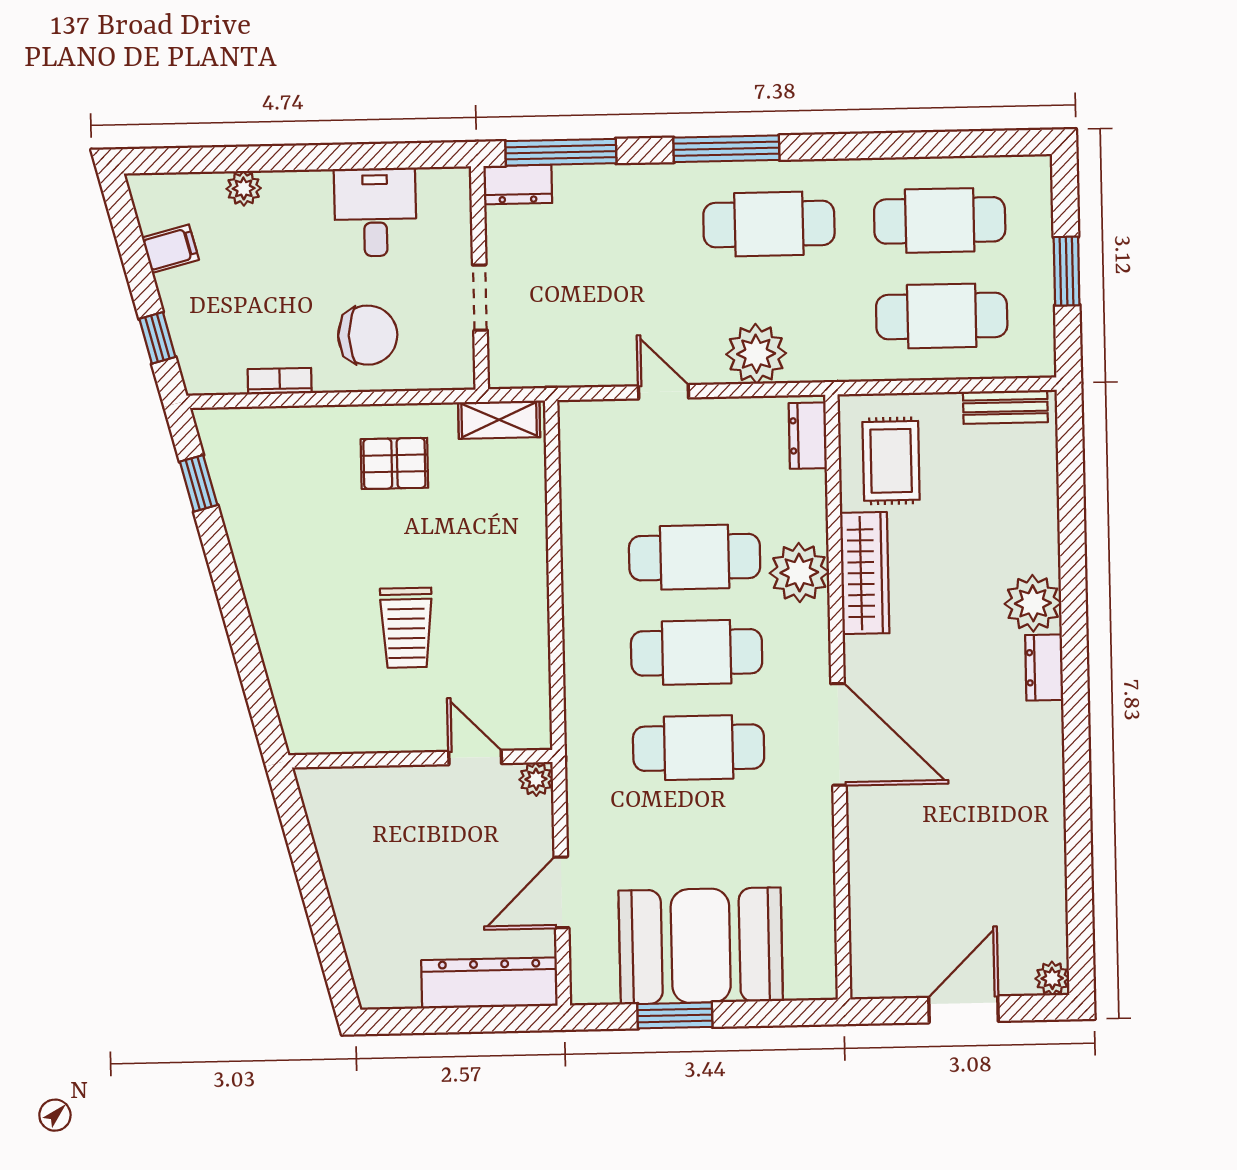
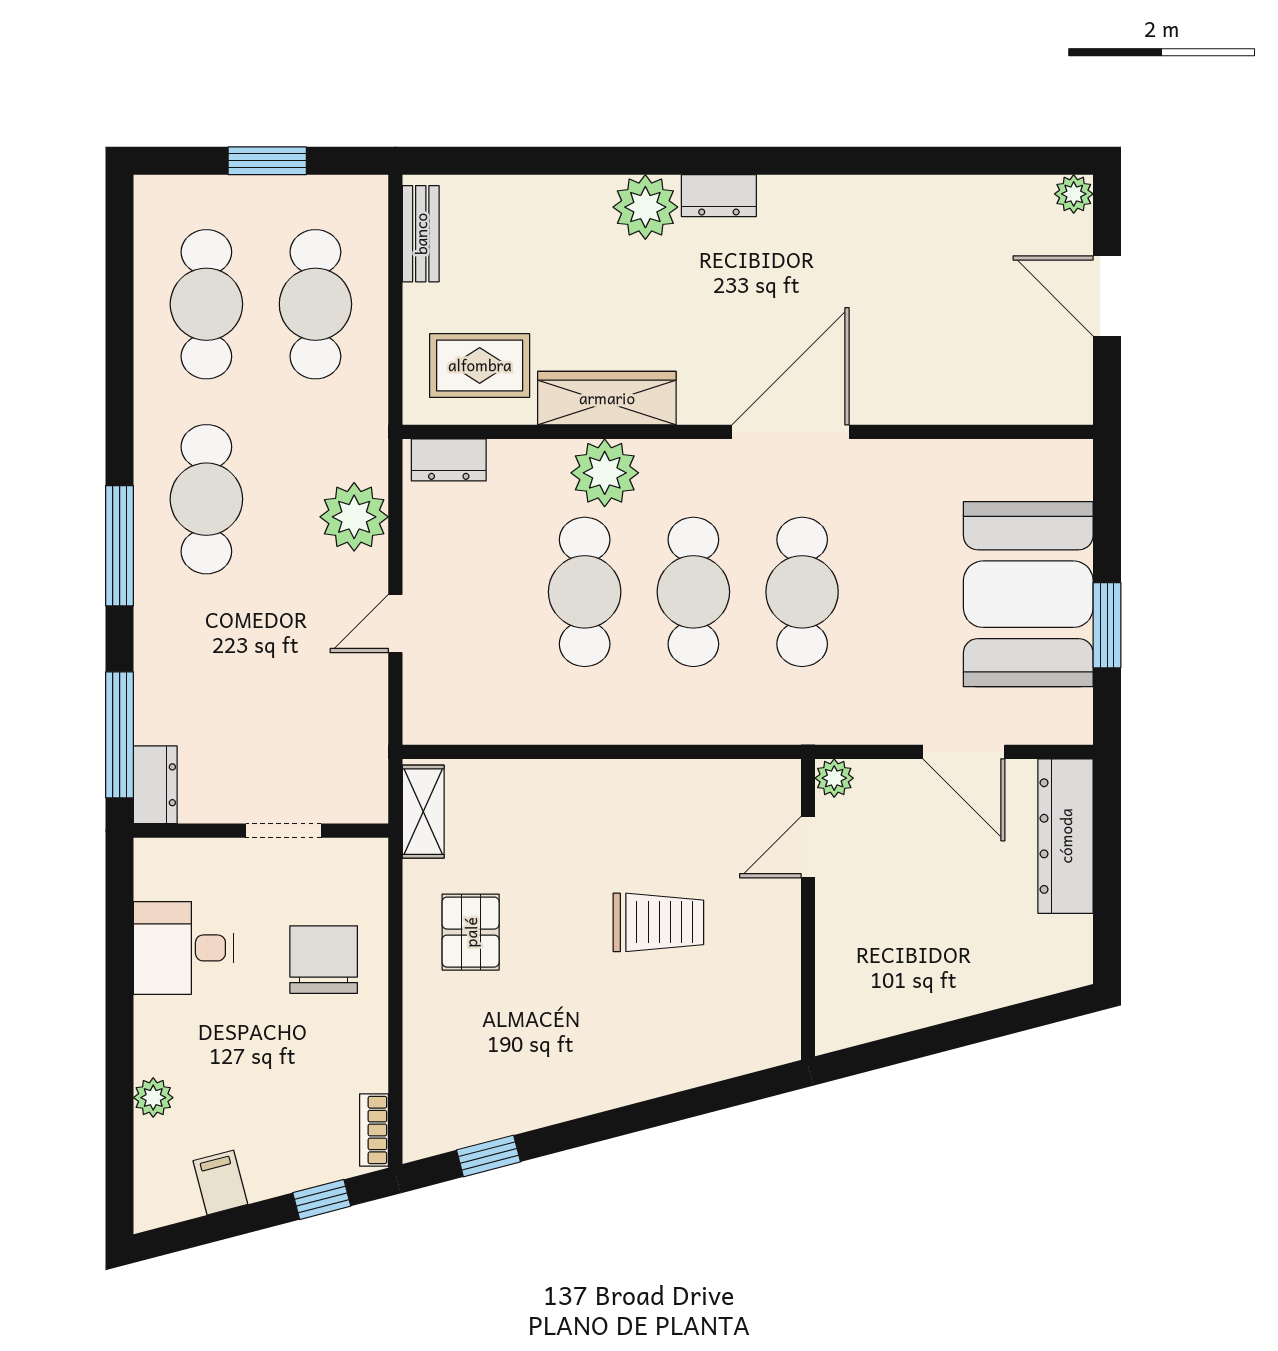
bookcase: (280, 381) -> (374, 1130), moved

